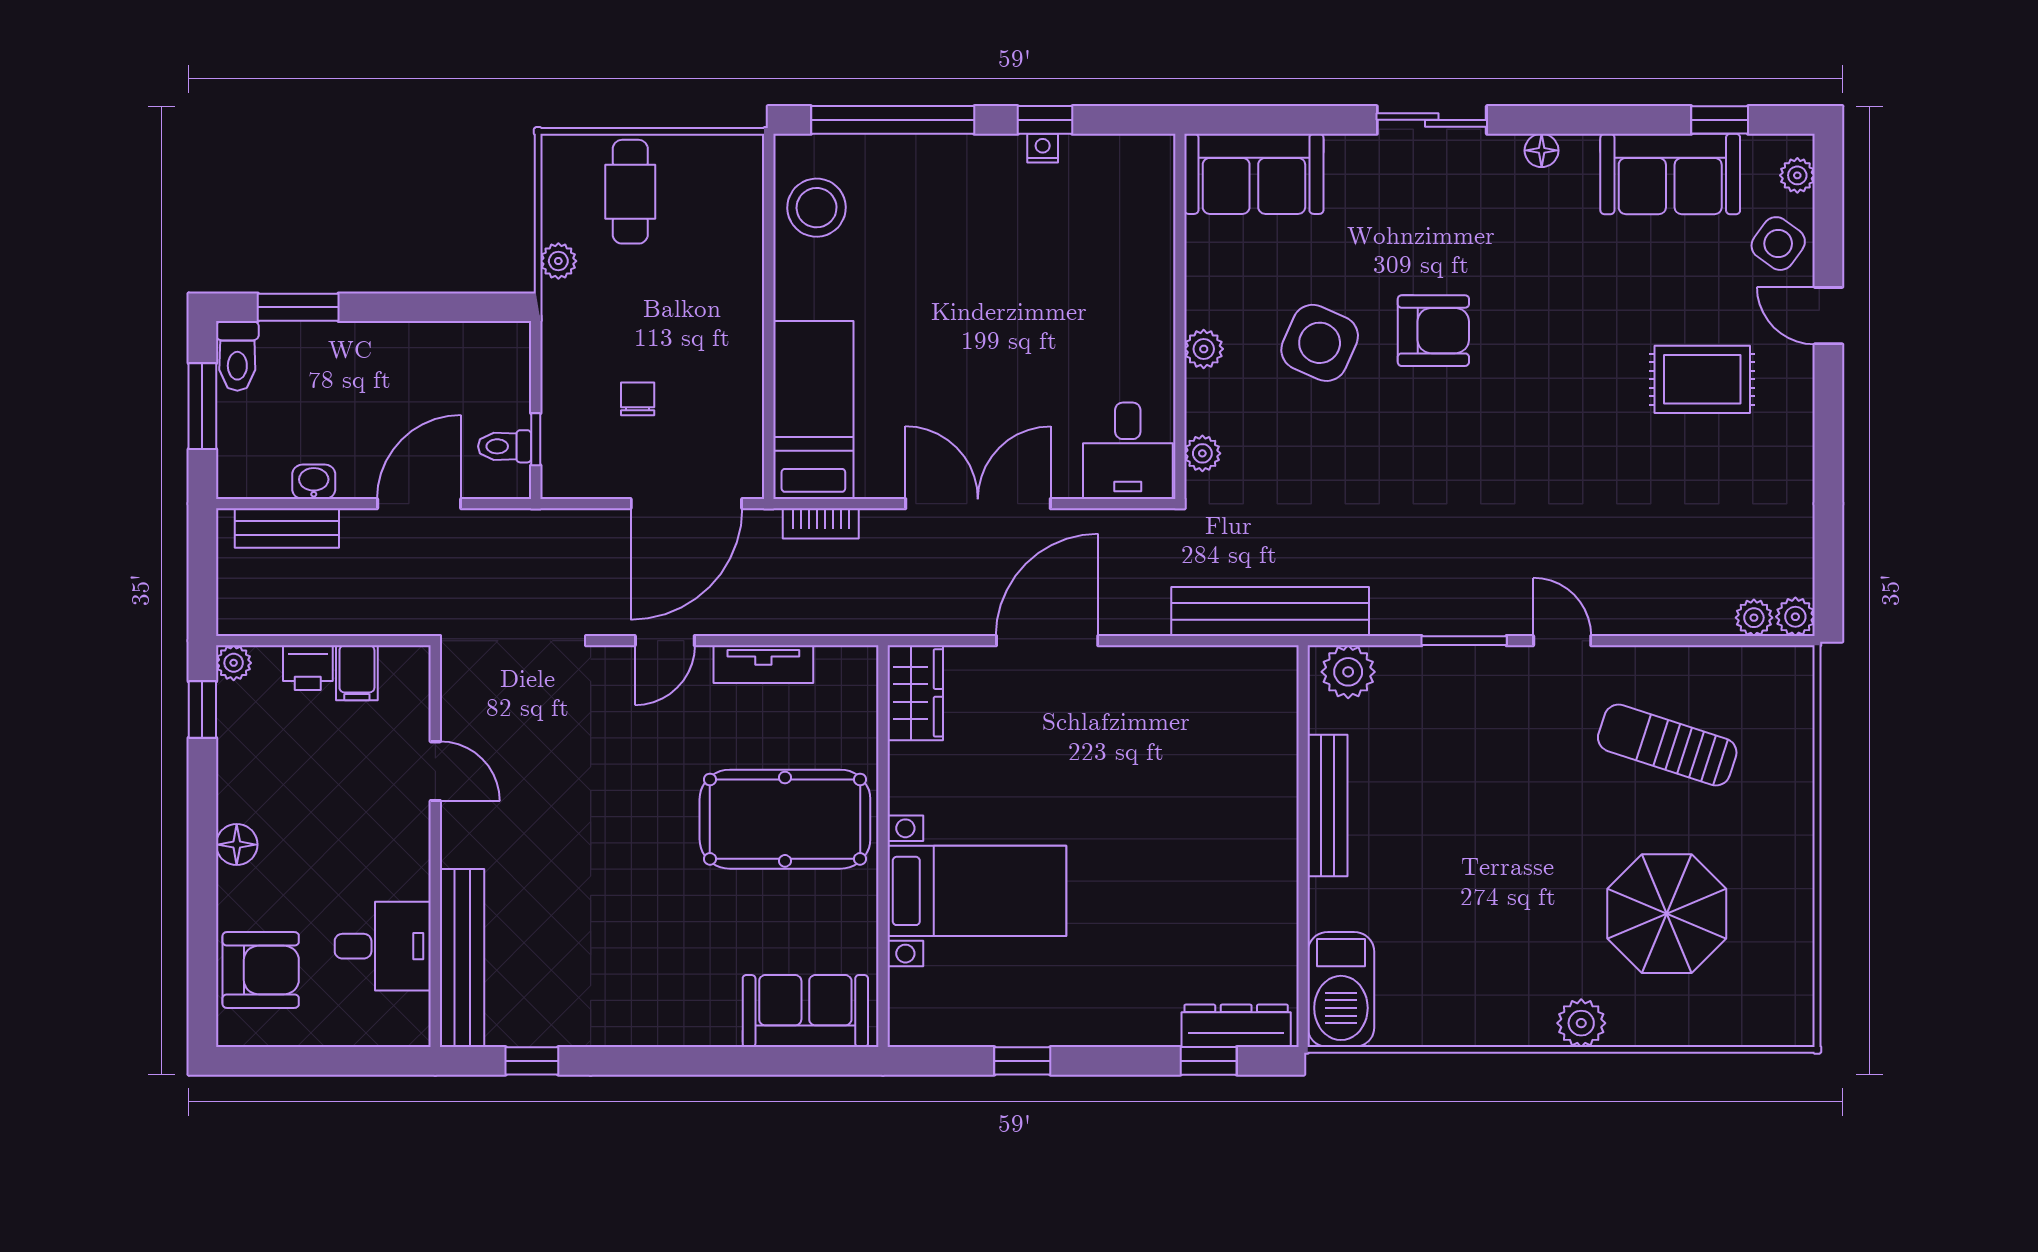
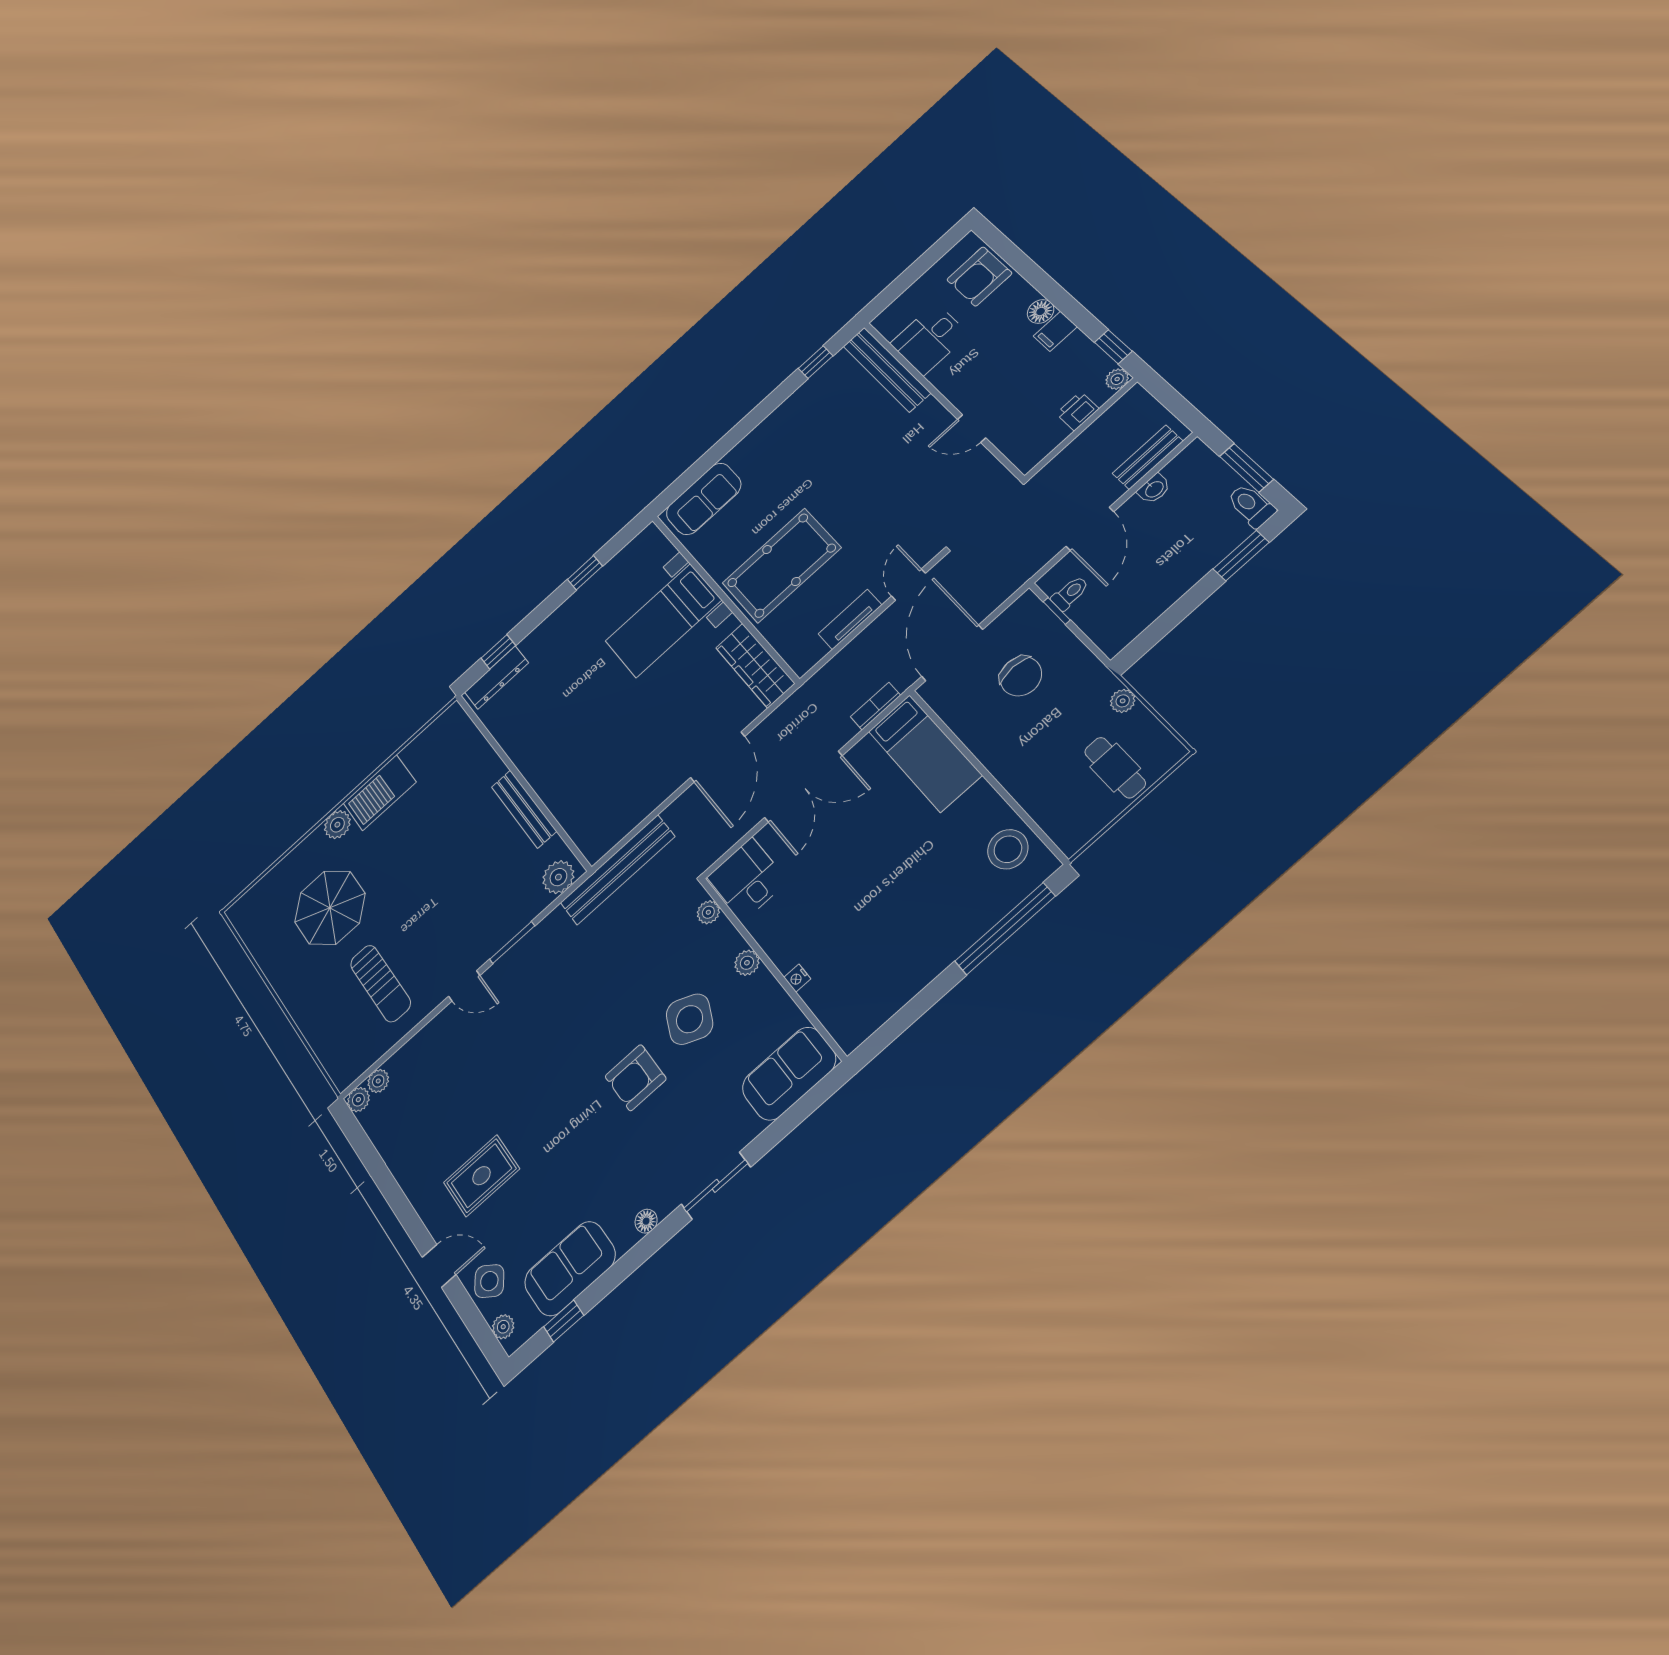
window: (1045, 120) -> (923, 1002), removed
nightstand: (1043, 148) -> (797, 978), moved, turned 90
chair: (638, 399) -> (1021, 676), width x1.87, depth x1.87
filing cabinet: (357, 673) -> (1055, 331), moved, turned -90
wardrobe: (915, 693) -> (755, 665), width x1.50
sun lounger: (1667, 745) -> (380, 983), turned 72
barbecue: (1341, 990) -> (380, 793), moved, turned -90

